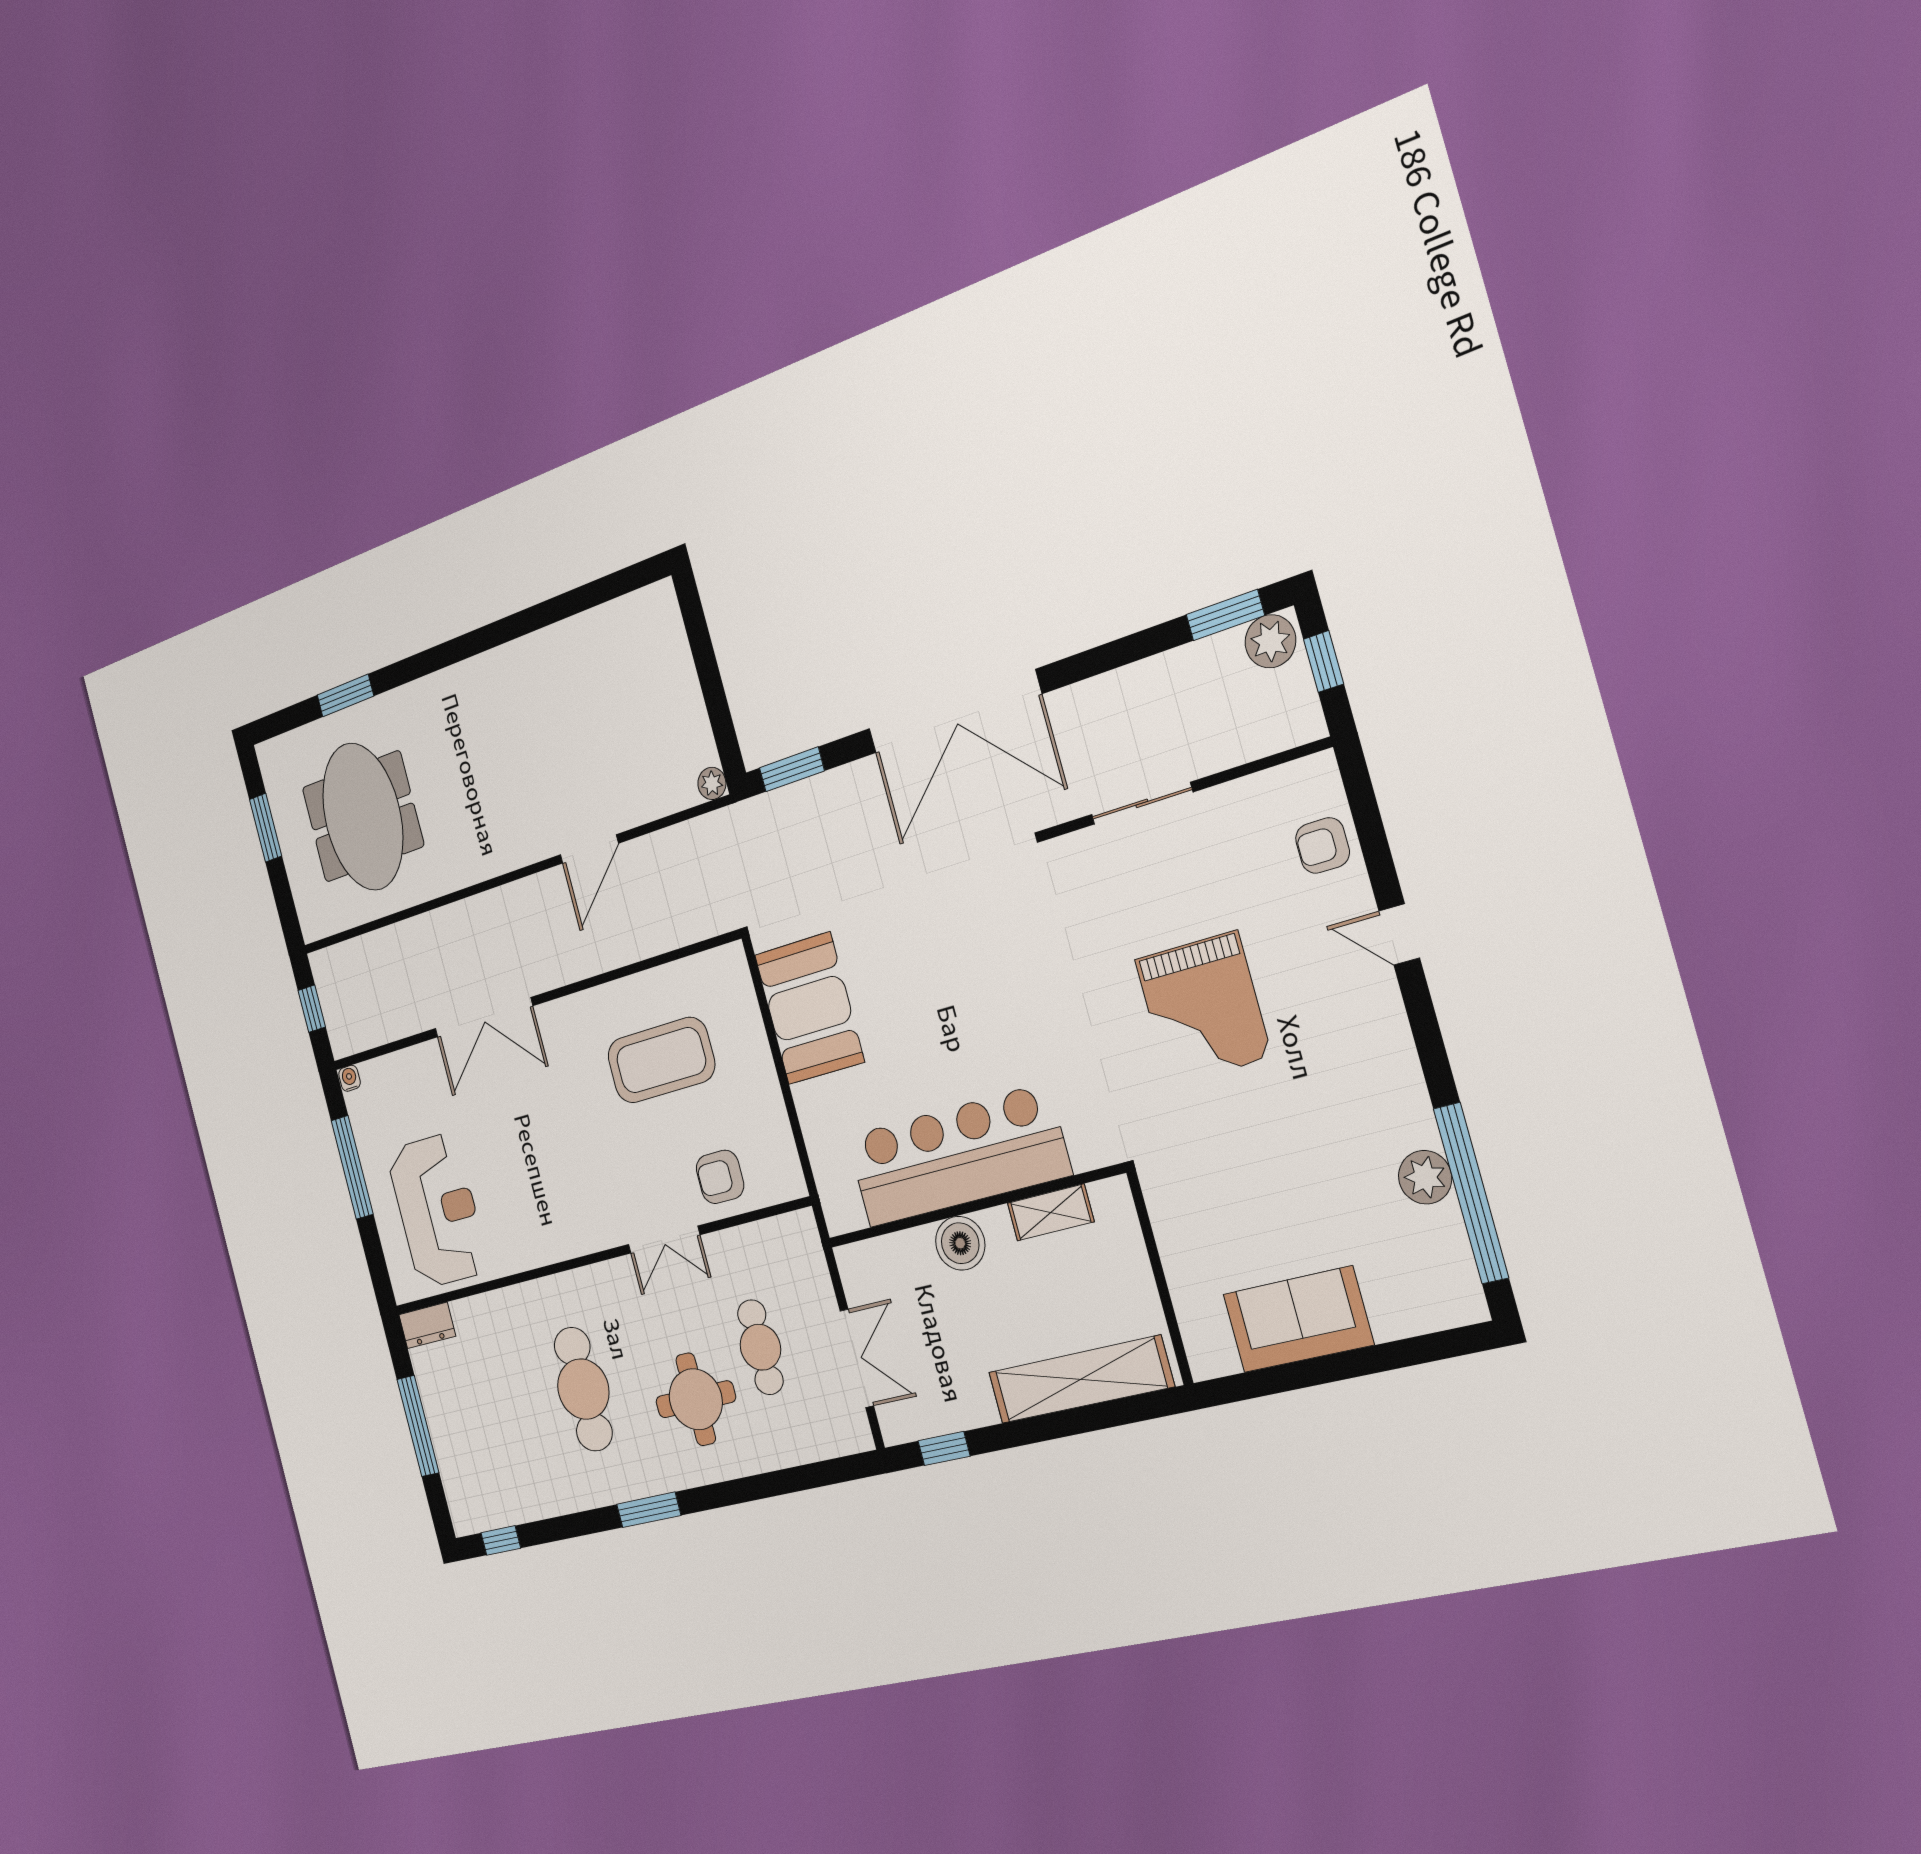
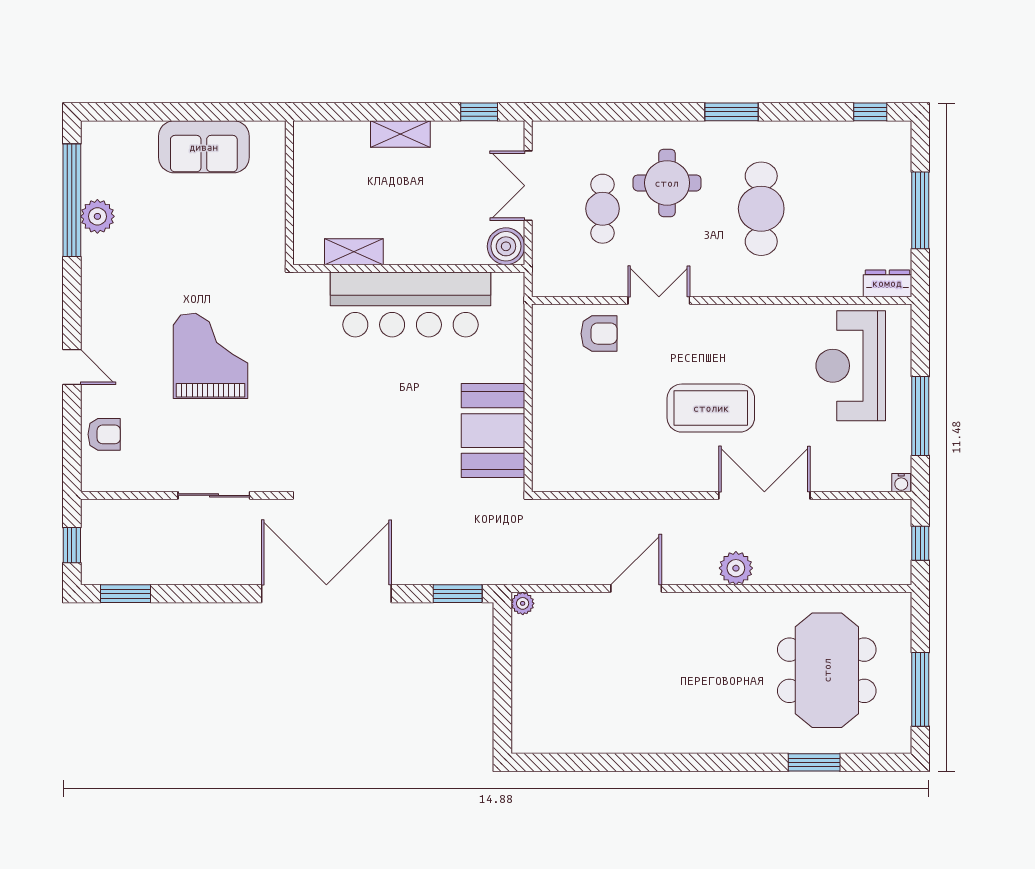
plant: (1270, 641) -> (736, 568), moved
window: (266, 828) -> (920, 689), width x1.44
coffee table: (661, 1060) -> (711, 408), moved
boiler: (960, 1243) -> (506, 246), moved
shelving: (1080, 1380) -> (400, 134), width x0.45, depth x0.75

